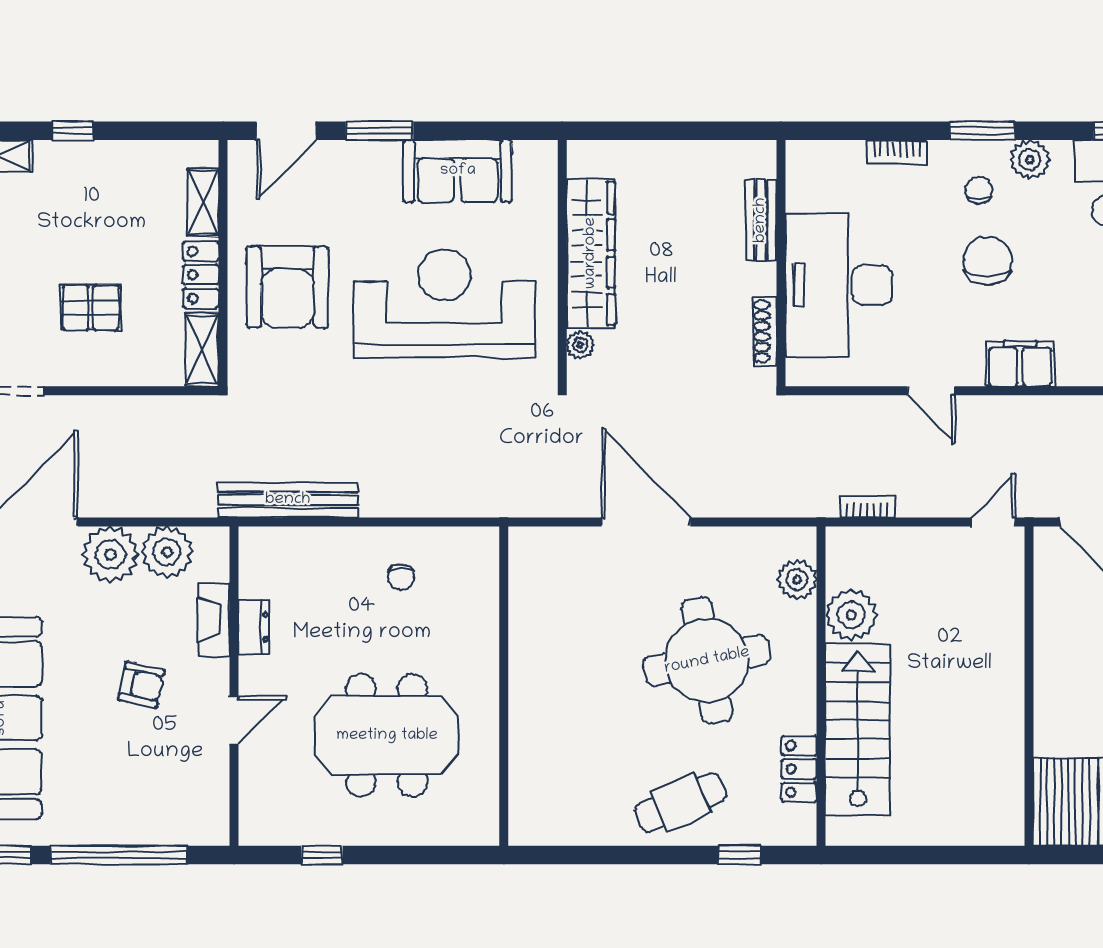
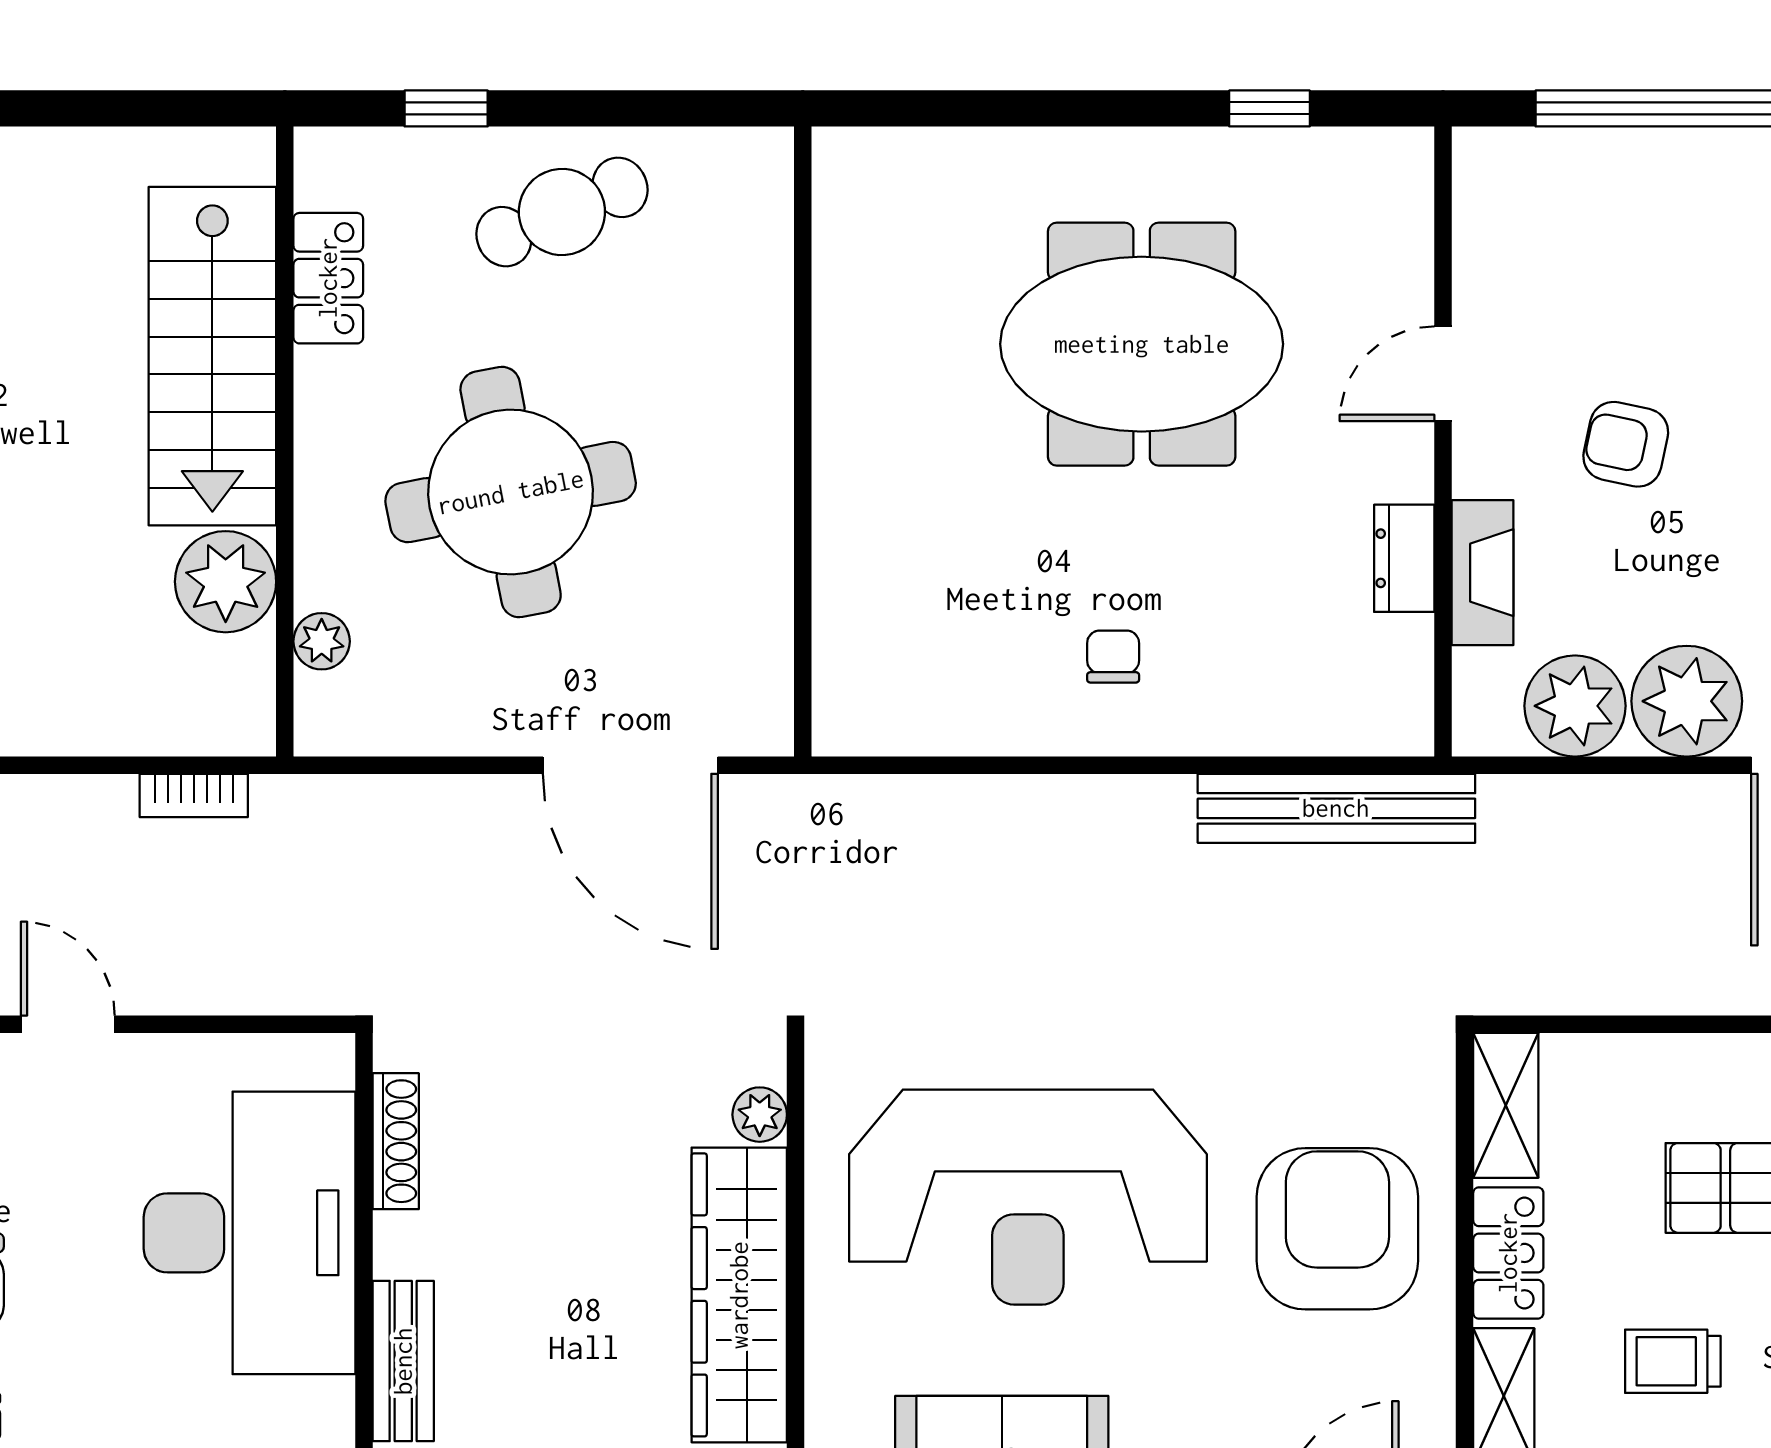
trolley: (117, 220) -> (1673, 1361), added
plant: (797, 579) -> (322, 641), width x0.73, depth x0.73
wall: (504, 686) -> (803, 442), moved

